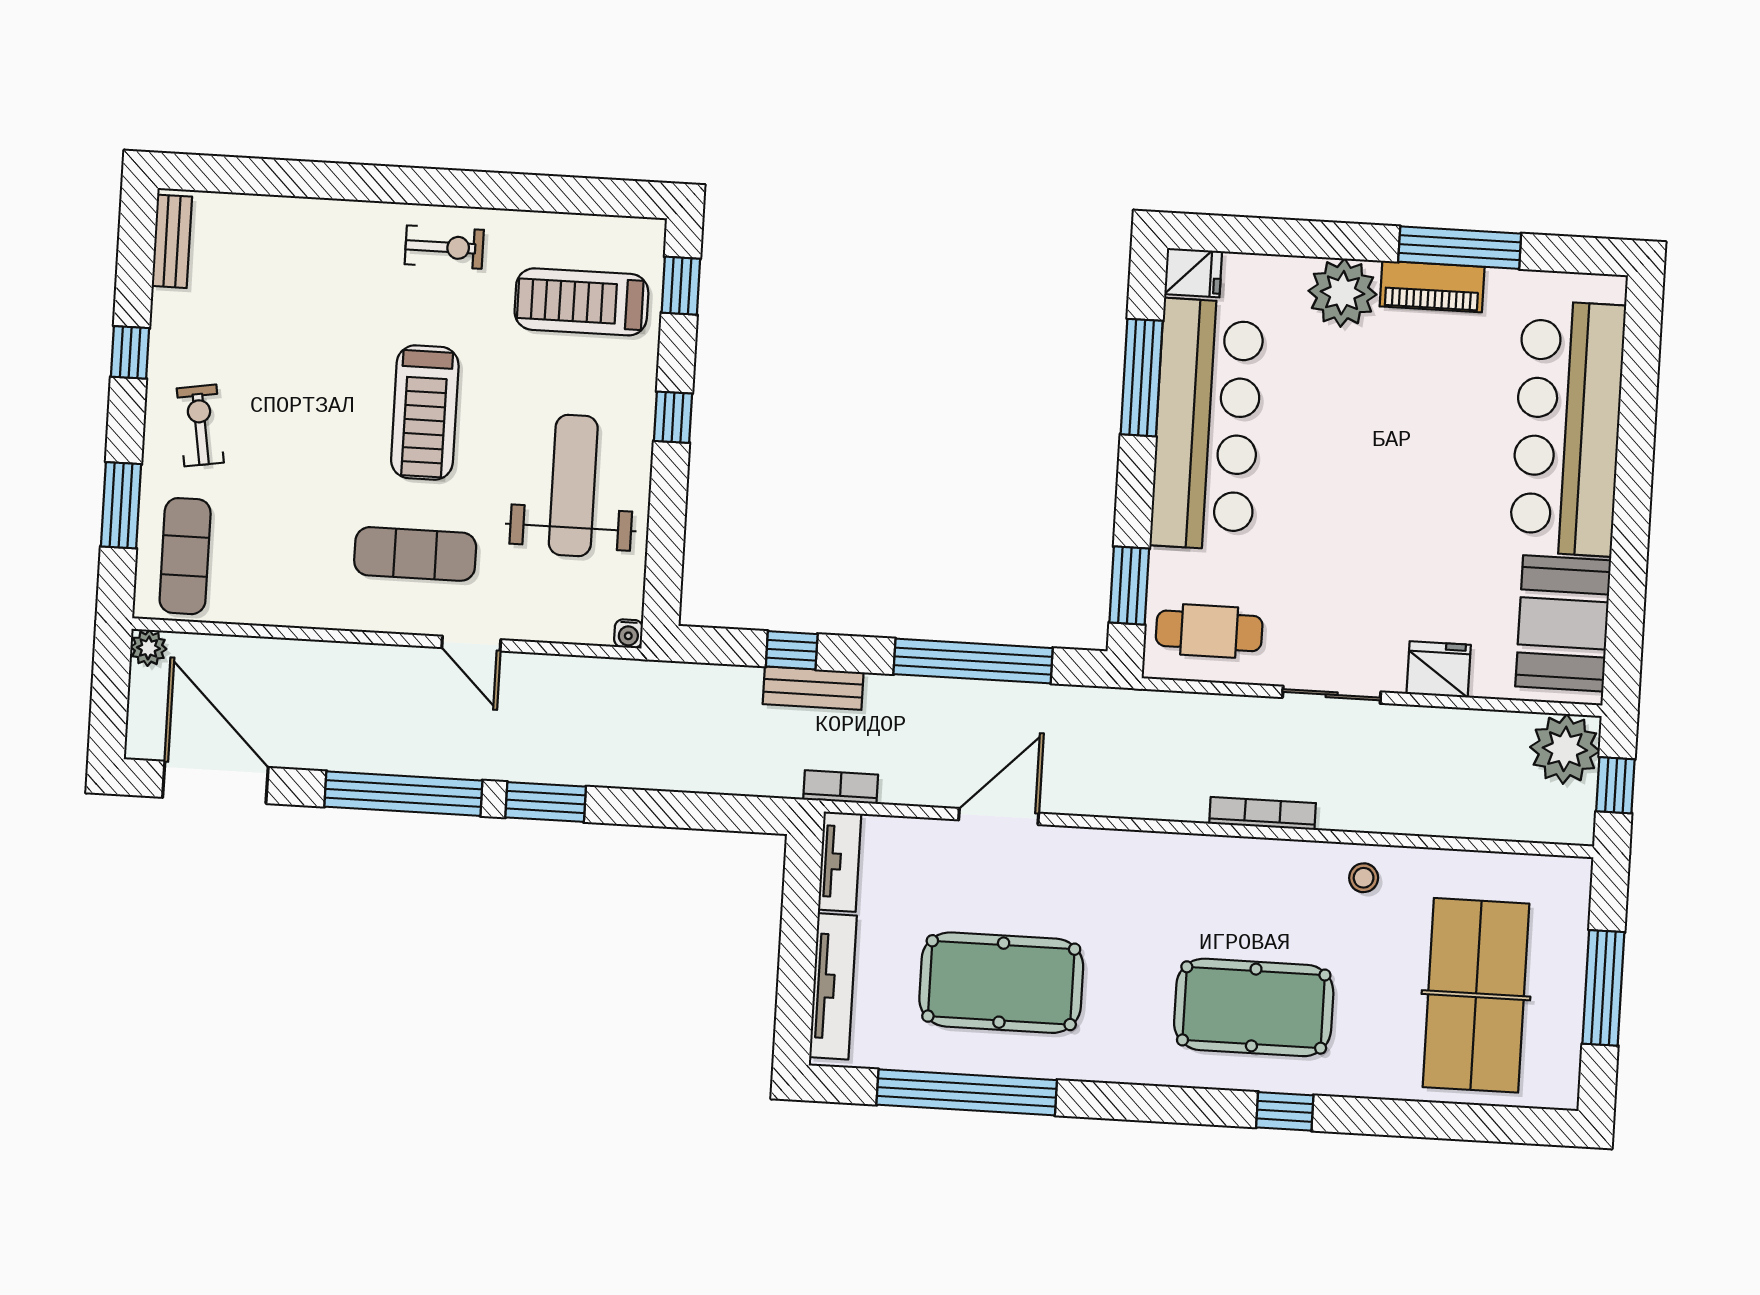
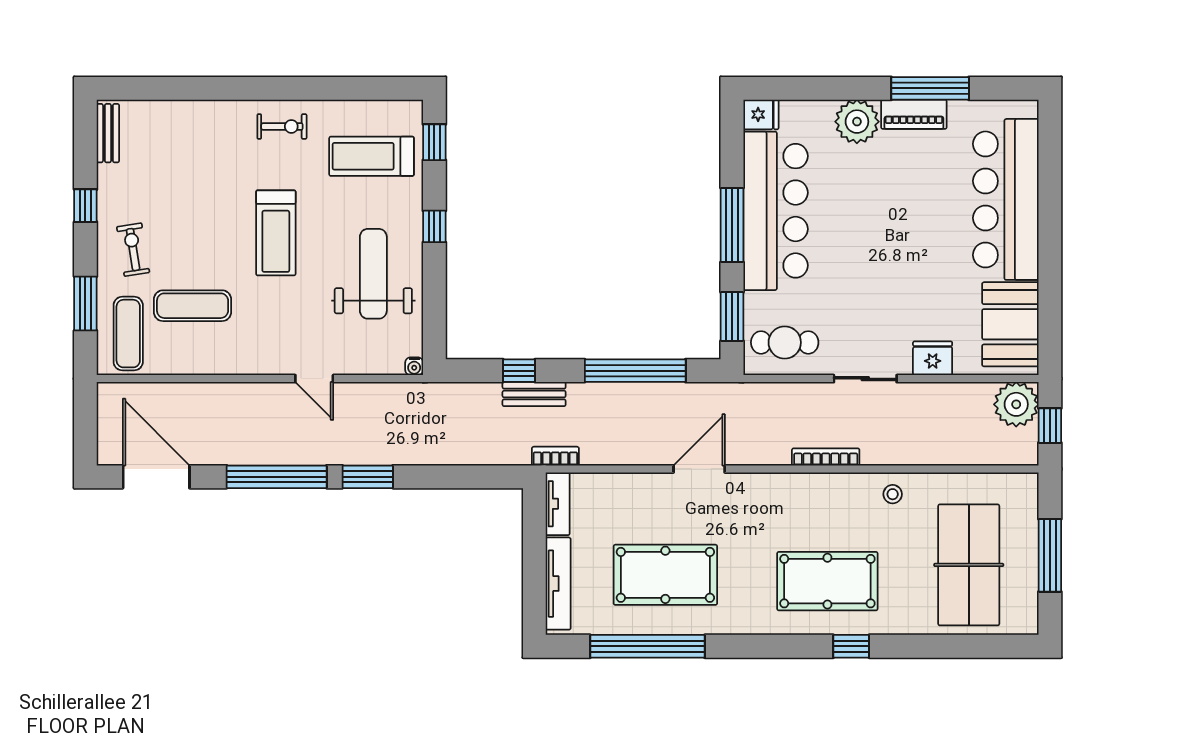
window: (1142, 378) -> (732, 225), moved
exercise mat: (415, 554) -> (193, 306), moved
plant: (148, 648) -> (108, 394), removed
door: (999, 816) -> (699, 469), moved

